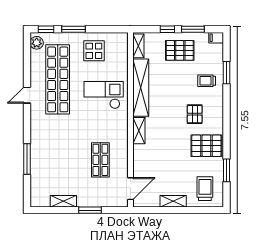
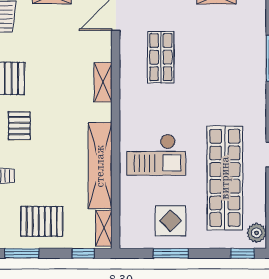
window: (74, 29) -> (171, 253), moved
window: (167, 29) -> (83, 253), moved
shelving: (139, 131) -> (103, 82), moved

